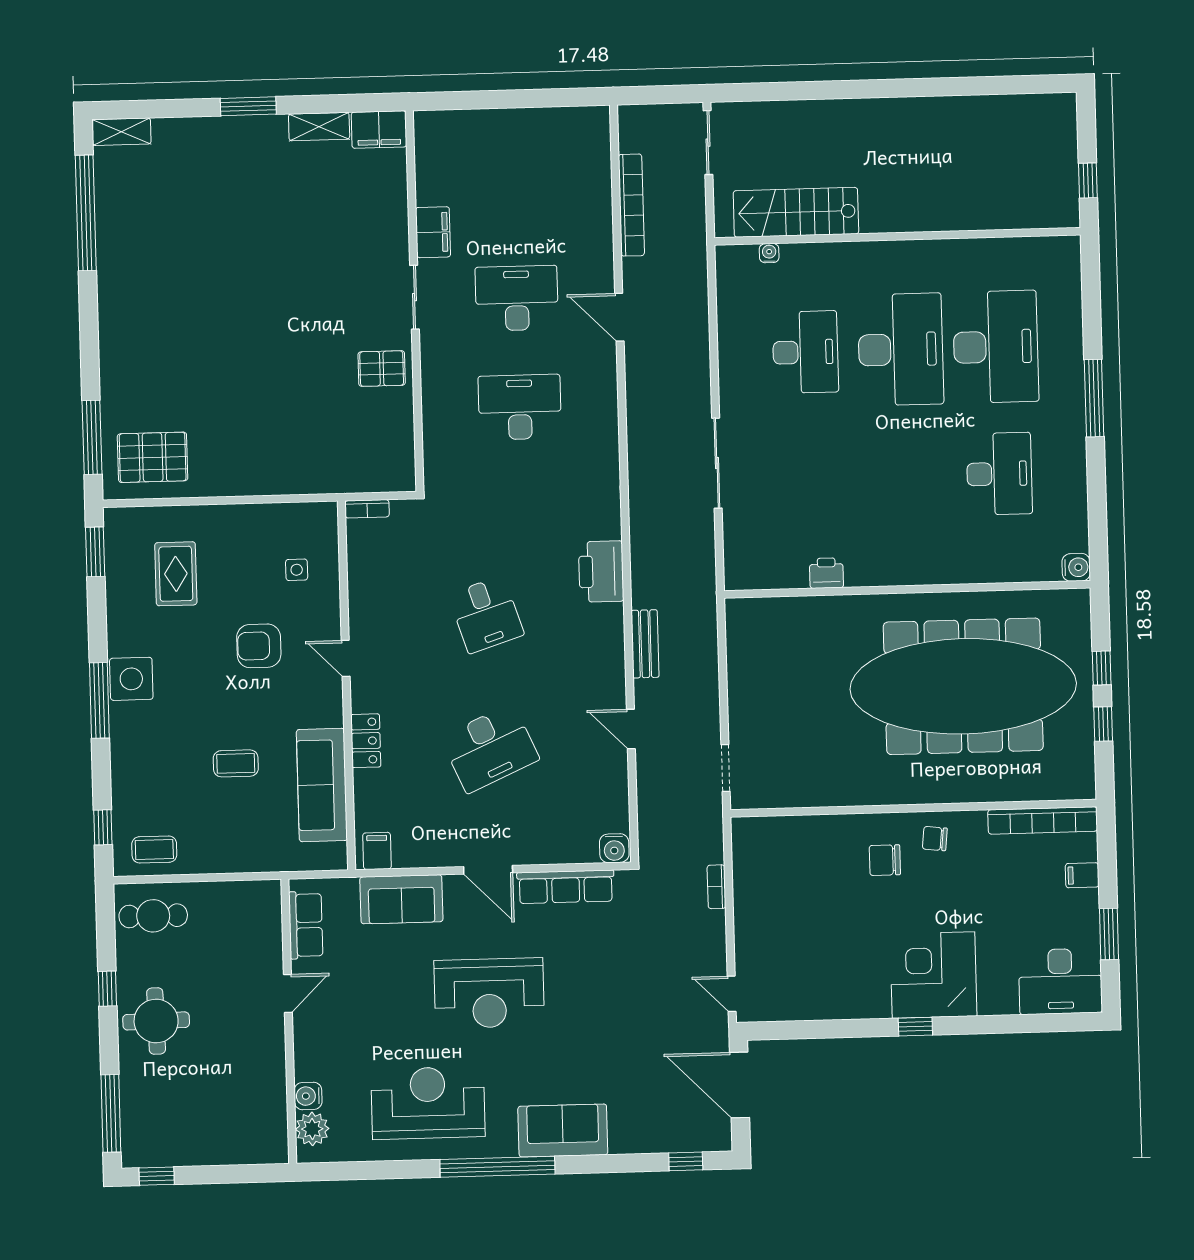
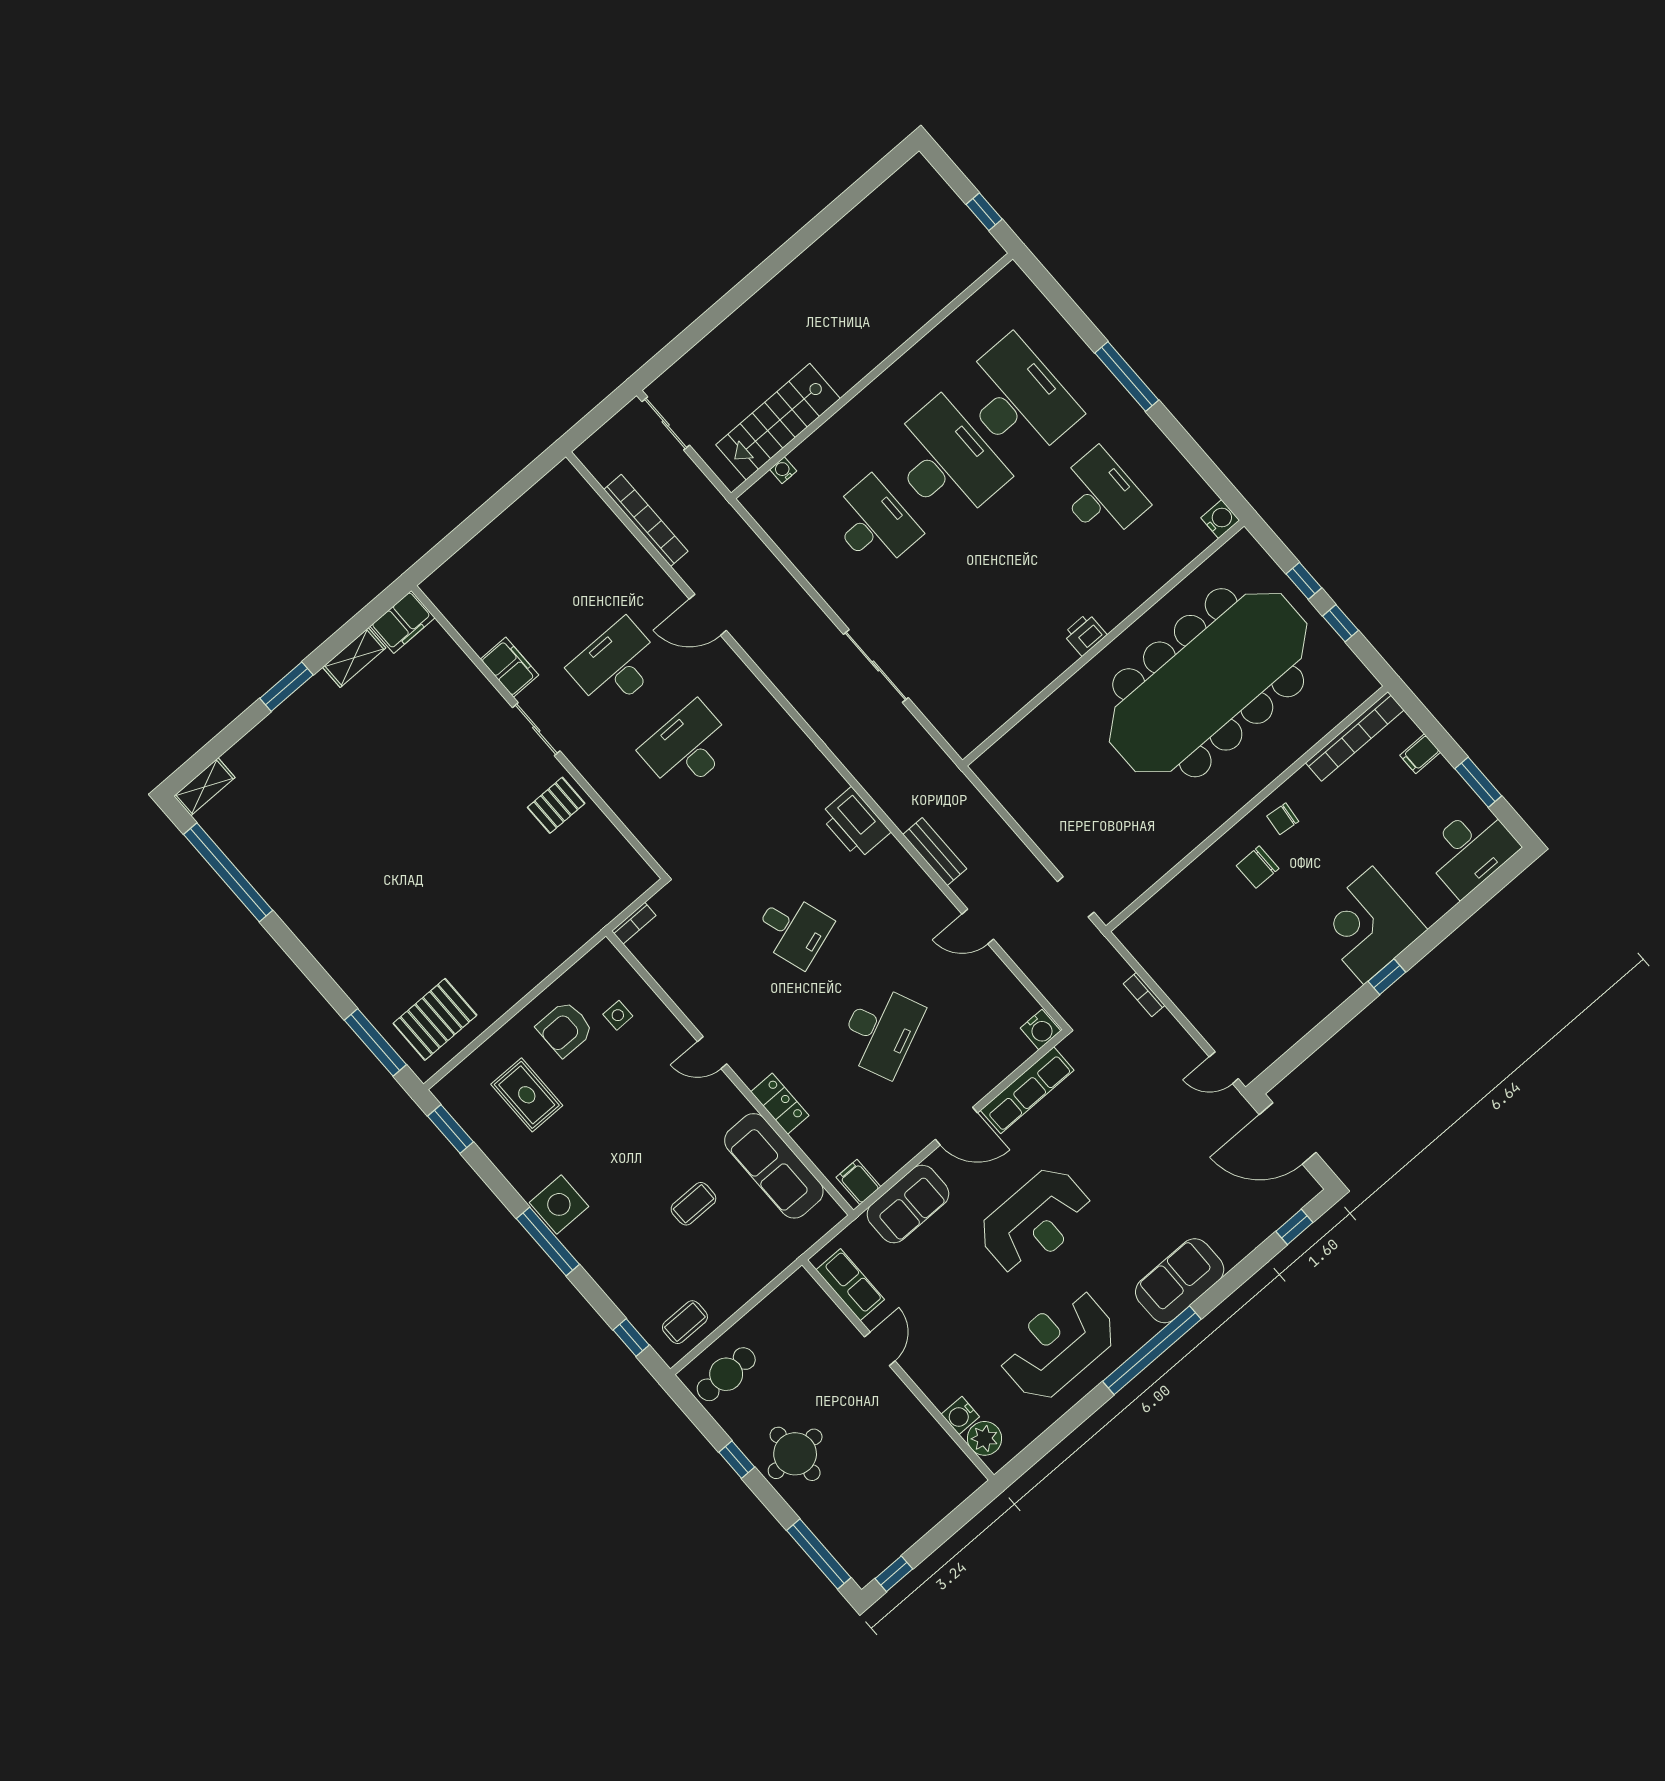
printer: (826, 573) -> (1085, 634), moved
armchair: (259, 646) -> (565, 1029), moved

